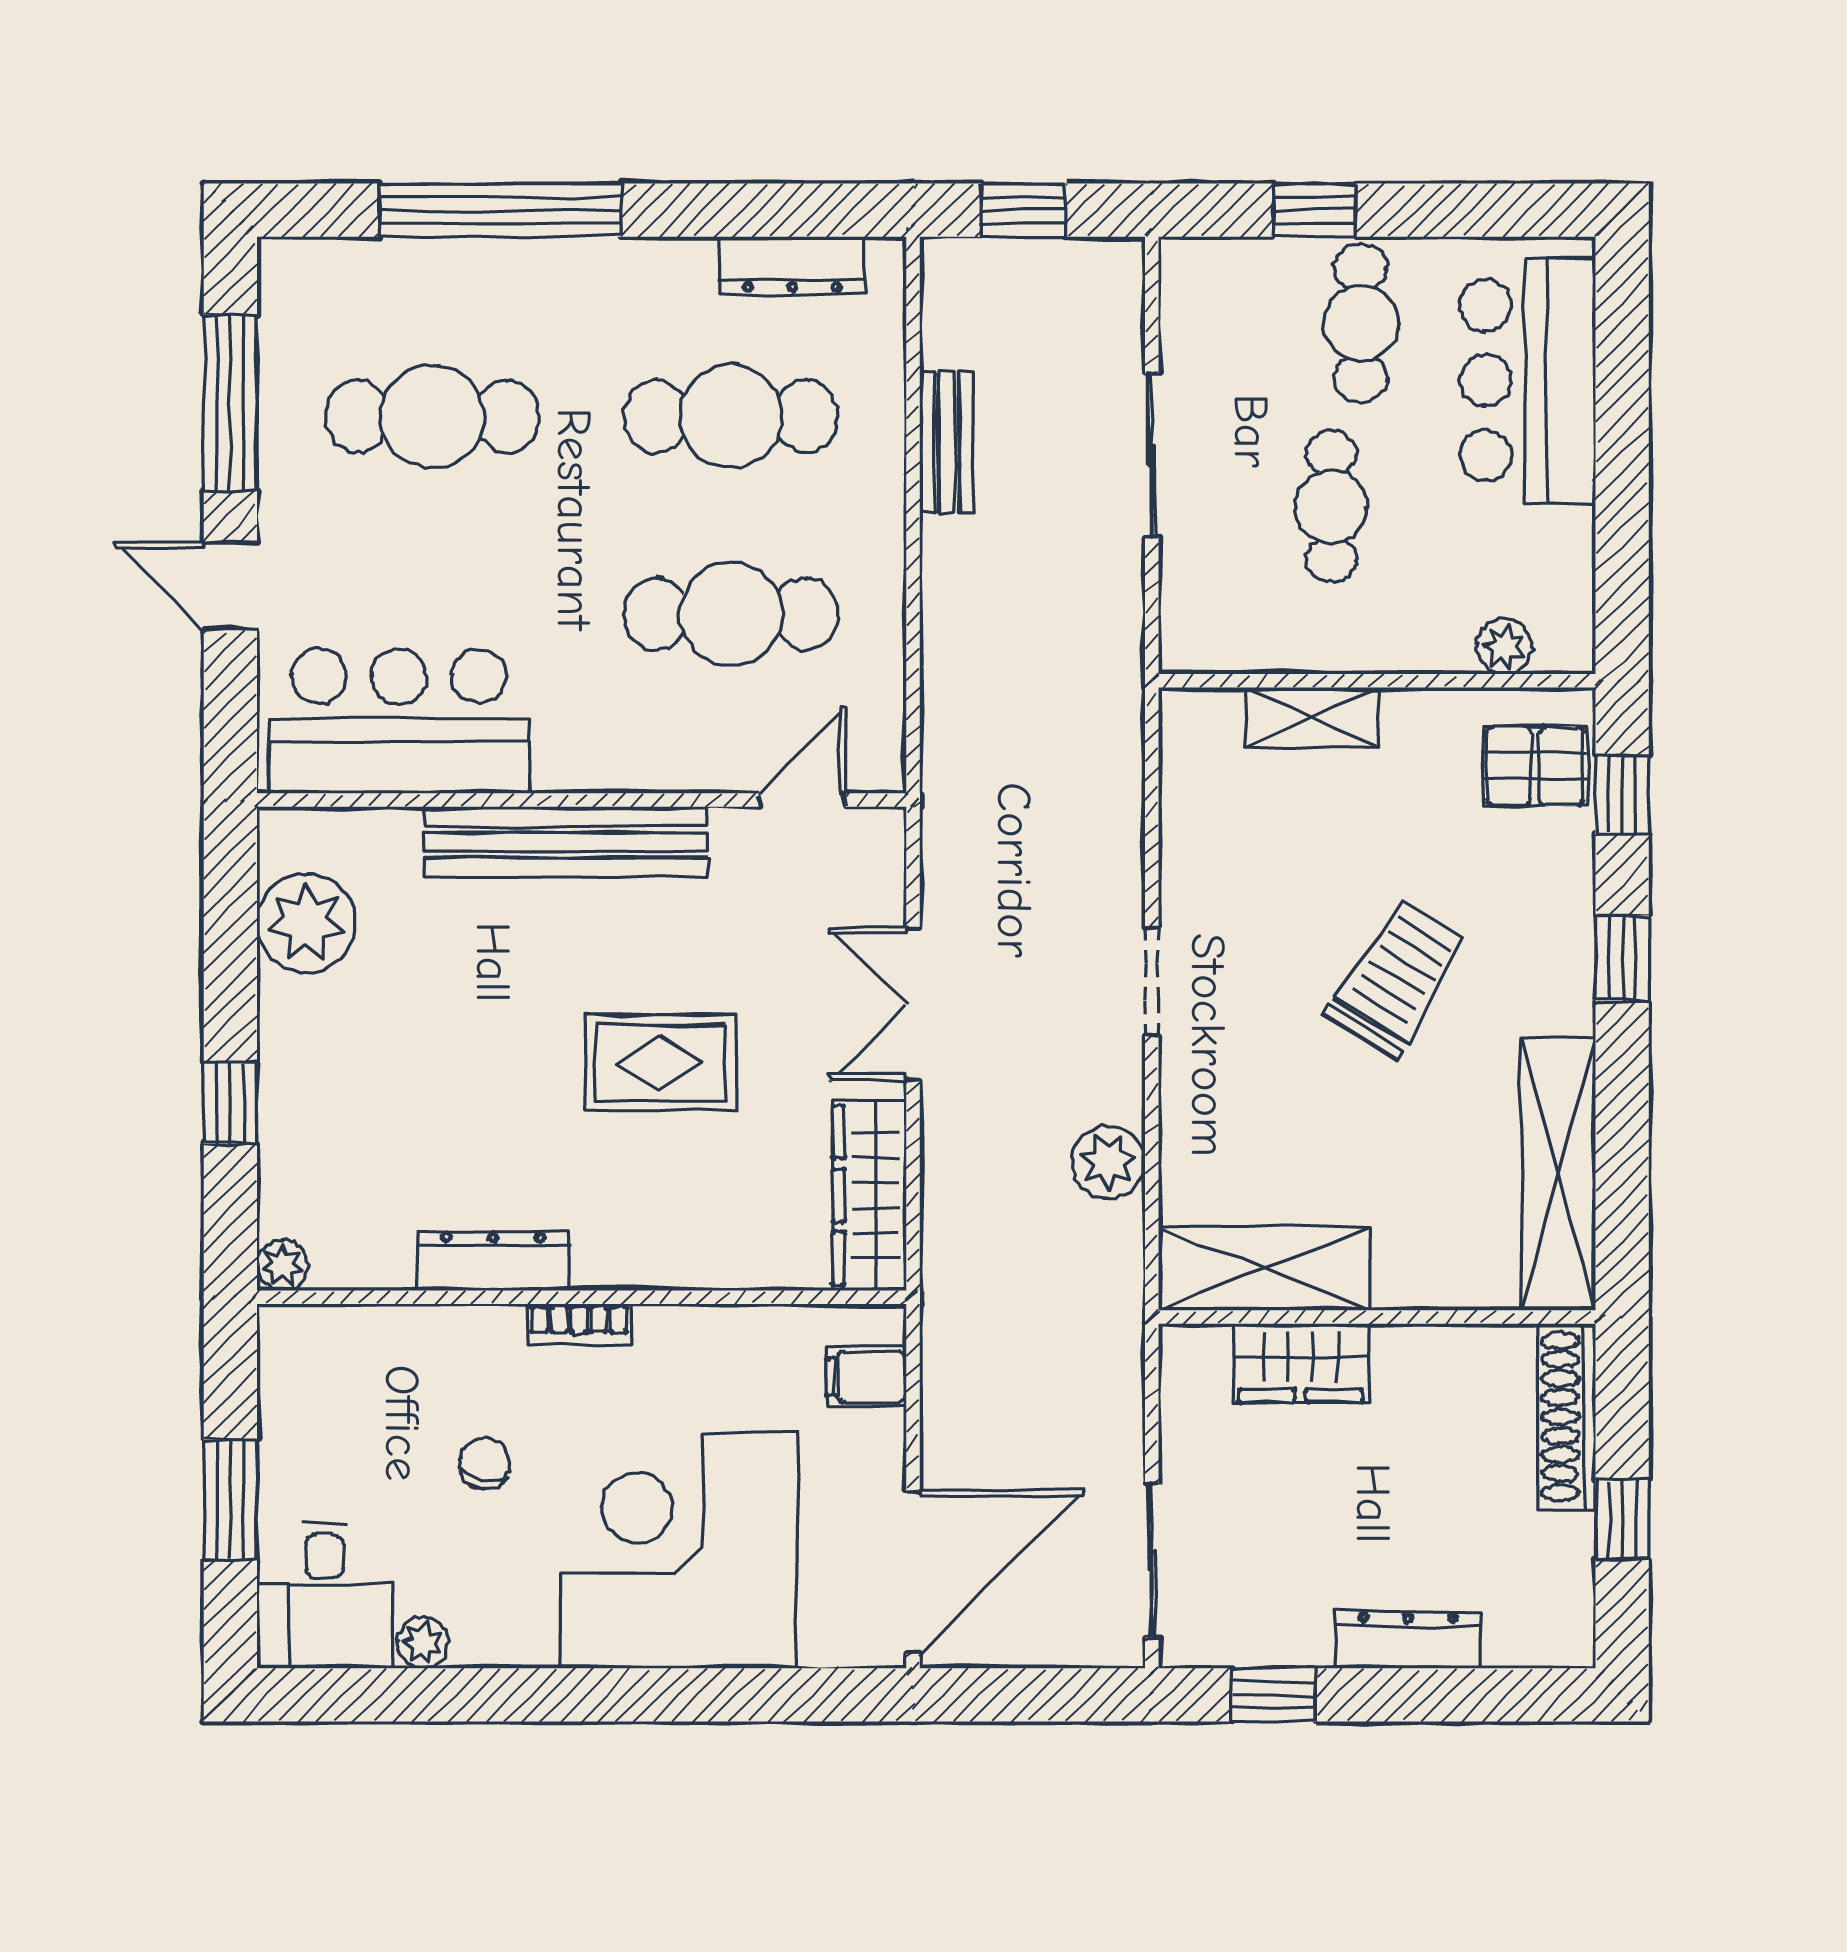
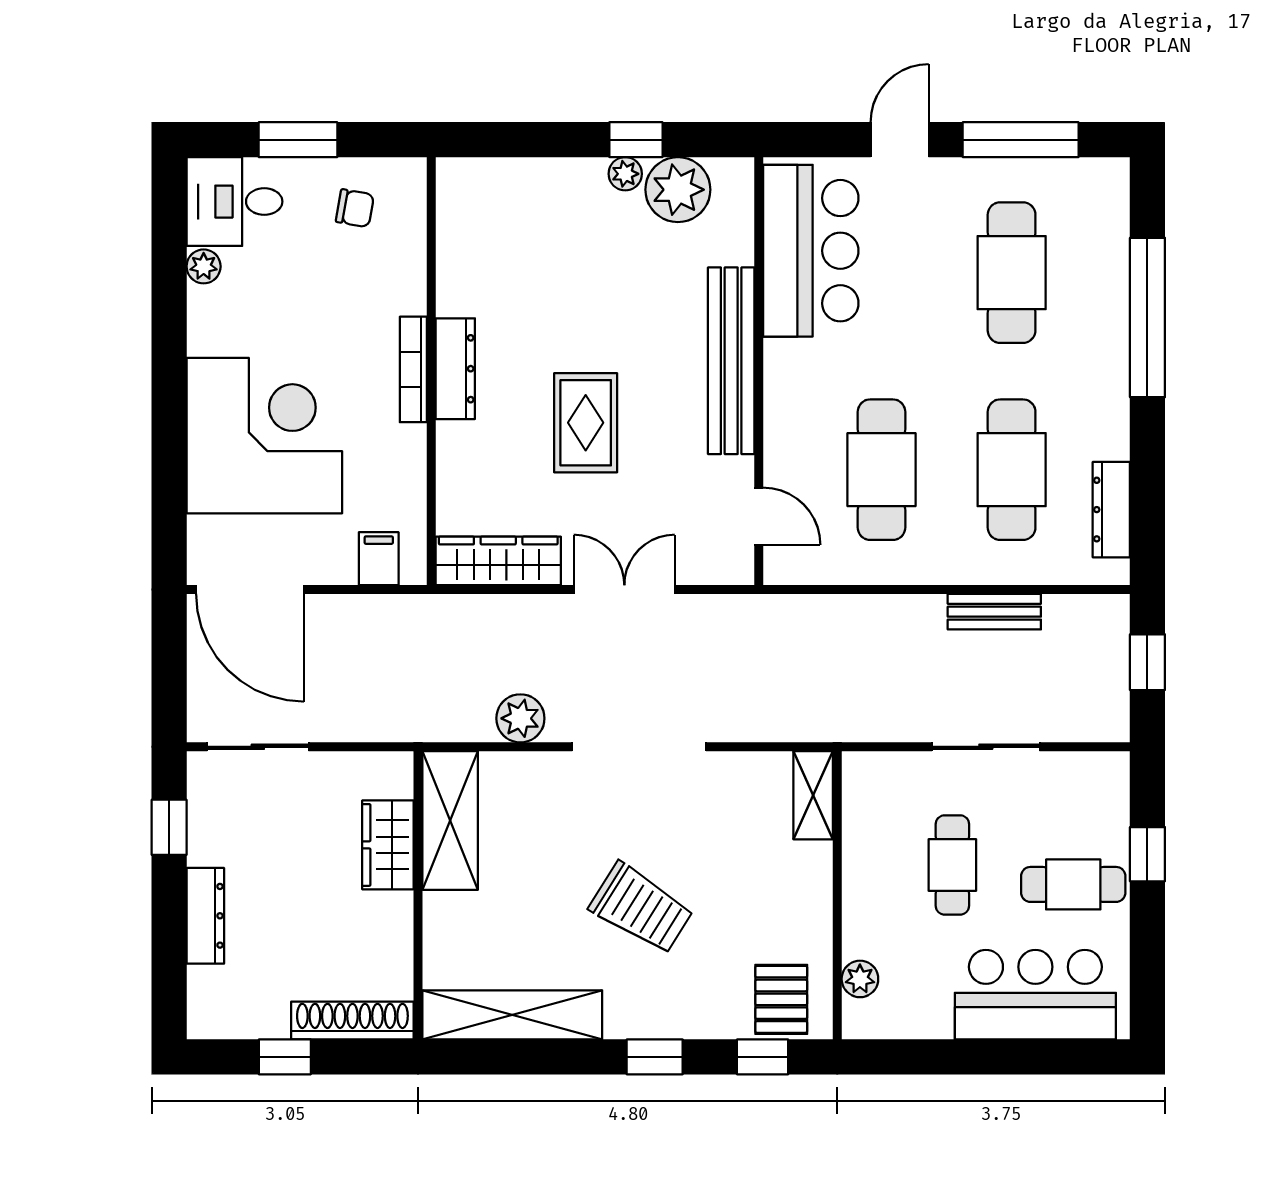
cafe table: (1331, 506) -> (952, 865), turned 90
shelving: (1312, 718) -> (813, 795), moved
doorway: (1152, 982) -> (639, 747), width x1.88
window: (230, 1103) -> (636, 140), moved
dresser: (493, 1261) -> (455, 369), moved
plant: (282, 1265) -> (625, 174), moved
bookcase: (579, 1324) -> (413, 369), width x1.56
chair: (485, 1463) -> (355, 208), moved

